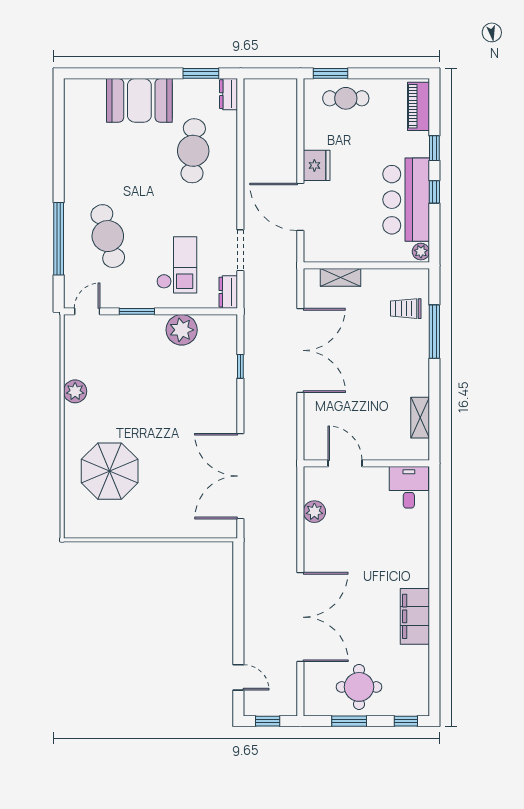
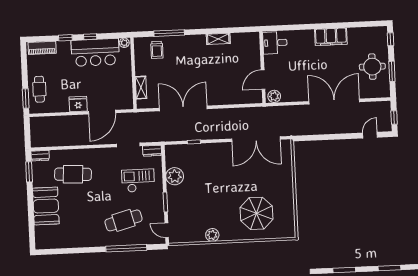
door: (345, 463) -> (263, 80), moved
wall: (366, 463) -> (262, 67), moved
desk: (409, 487) -> (275, 43), moved

